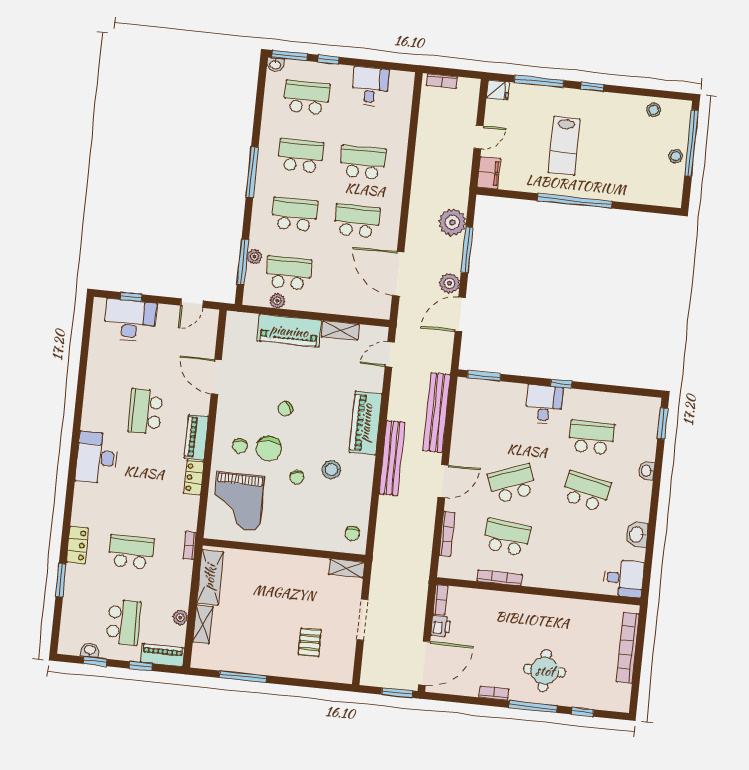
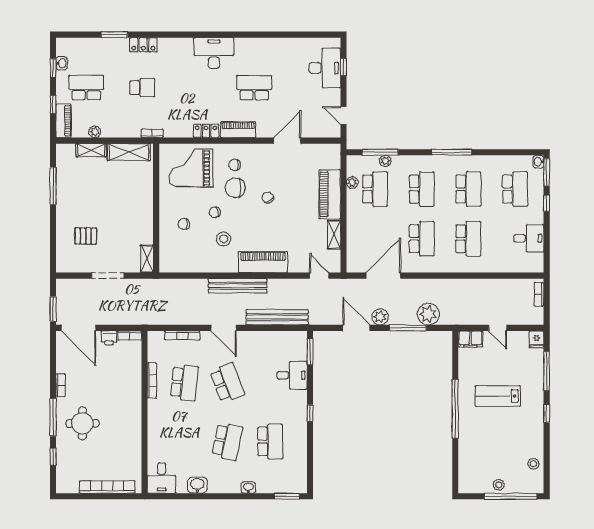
desk: (544, 405) -> (292, 375), moved
chair: (352, 533) -> (184, 224), moved
school desk: (131, 552) -> (142, 88), width x0.54
school desk: (124, 622) -> (86, 88), turned 180

